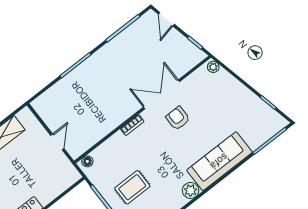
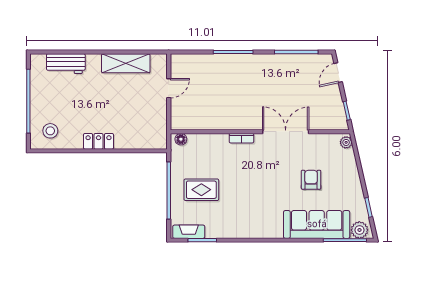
armchair: (178, 118) -> (311, 180), moved
door: (57, 142) -> (169, 88), moved
sofa: (219, 161) -> (317, 224), moved
plant: (191, 190) -> (359, 230), moved

